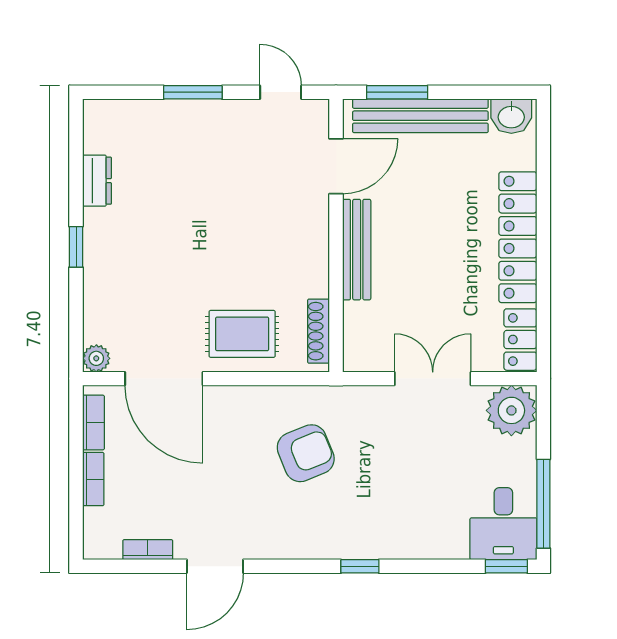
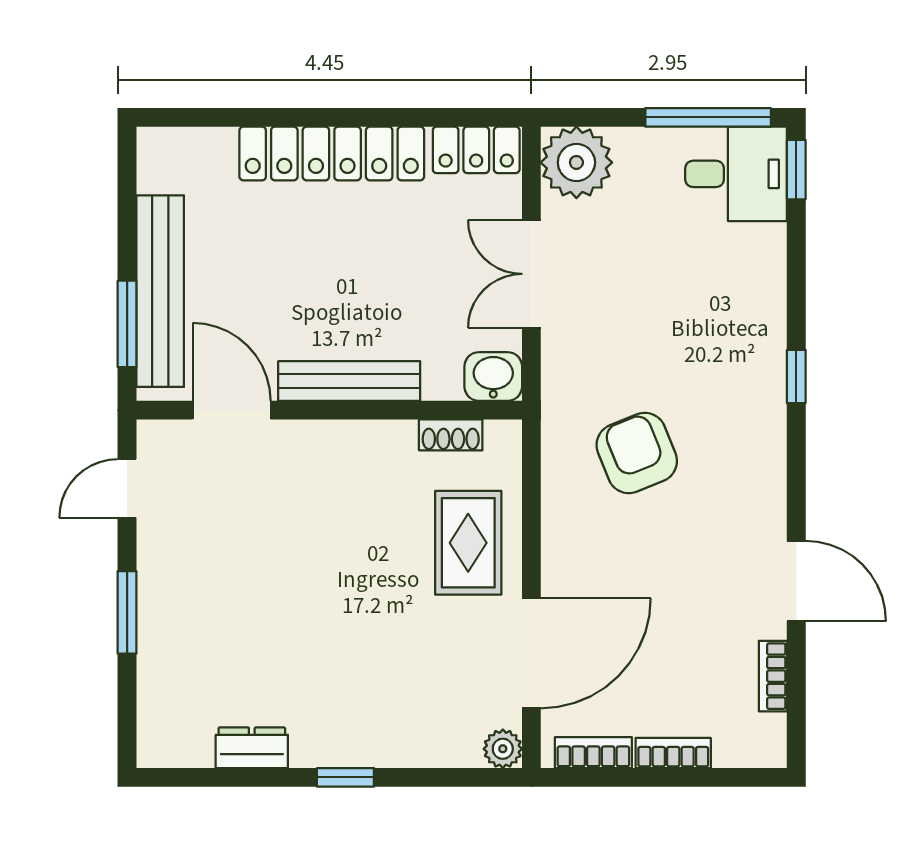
washbasin: (511, 116) -> (493, 377), moved, turned -90
shoe rack: (319, 331) -> (451, 435), width x0.70

